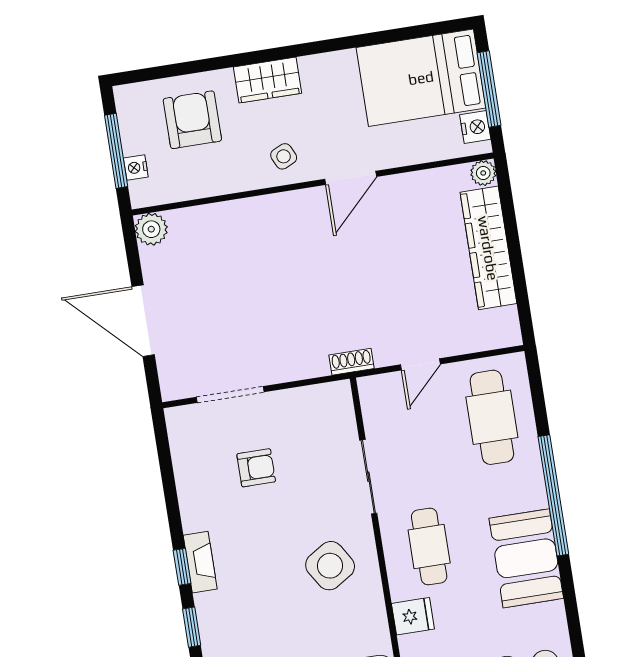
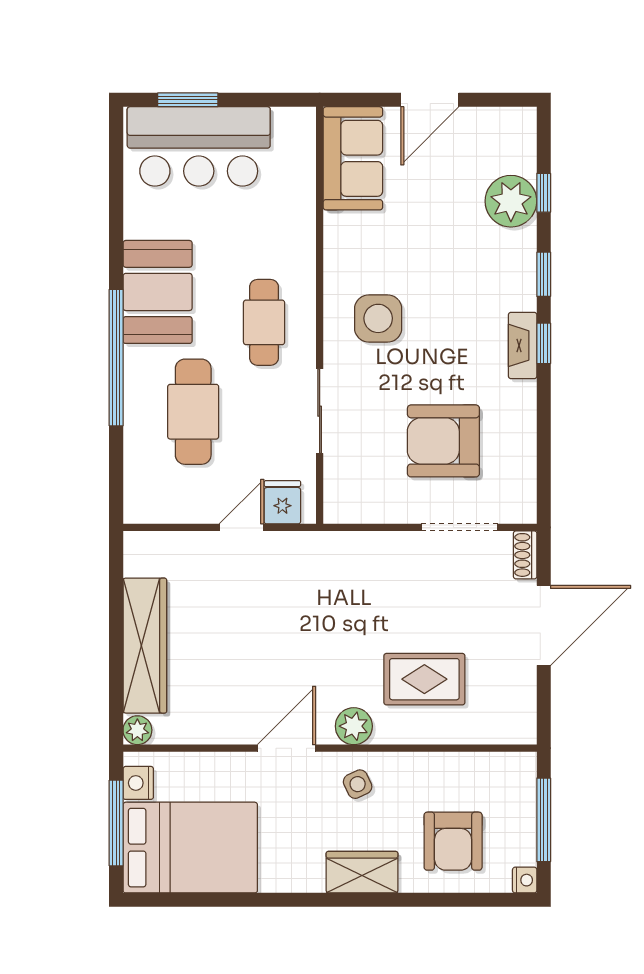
nightstand: (136, 168) -> (525, 880), moved
plant: (151, 229) -> (354, 726), moved
rug: (240, 257) -> (424, 679), added
door: (143, 321) -> (544, 625), hinge flipped
shoe rack: (352, 362) -> (525, 555), moved, turned 90
cafe table: (492, 417) -> (193, 412), moved
armchair: (256, 468) -> (443, 441), width x1.88, depth x1.88
side table: (330, 566) -> (378, 318), turned 32
fridge: (413, 616) -> (282, 502), moved, turned 90

